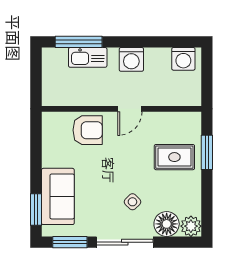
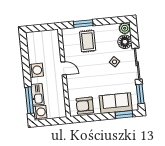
washing machine: (183, 59) -> (40, 112), moved
armchair: (88, 130) -> (85, 106), moved, turned -90

